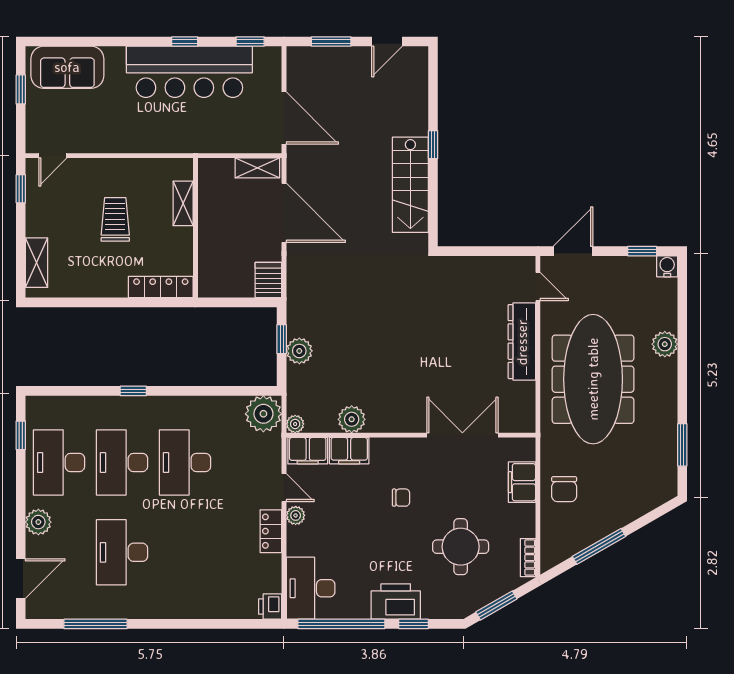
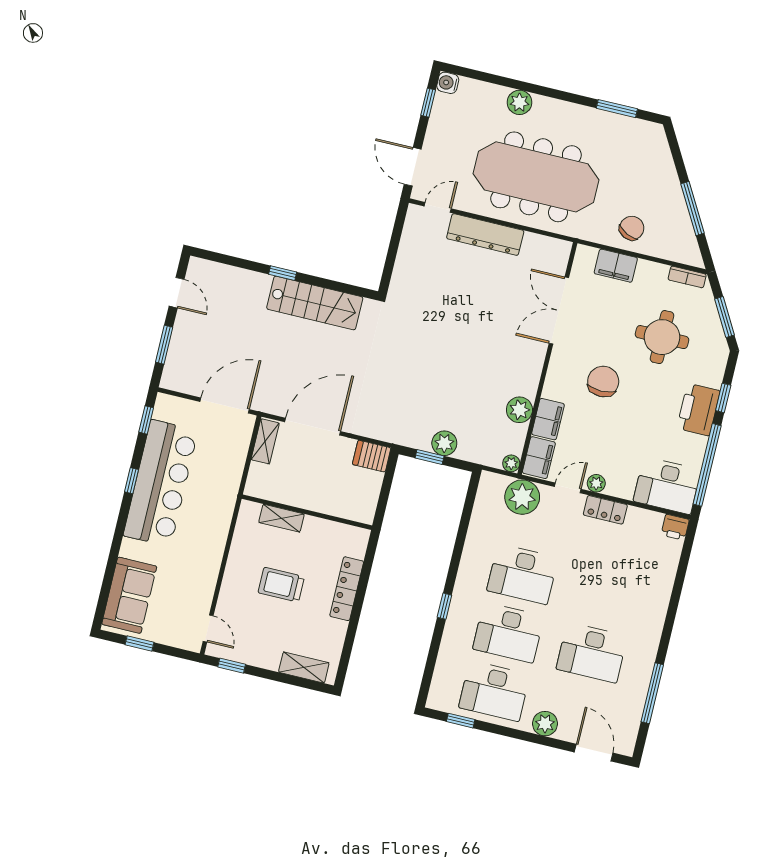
locker: (161, 287) -> (347, 589), moved
plant: (263, 414) -> (522, 497), moved
chair: (564, 489) -> (632, 228), turned -64
chair: (401, 498) -> (603, 381), width x1.87, depth x1.87

